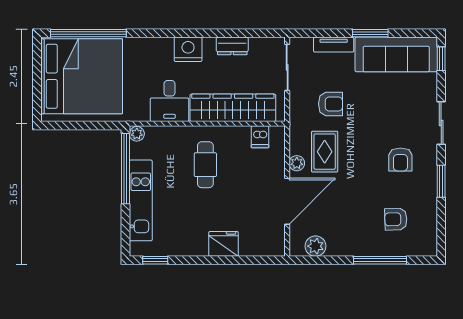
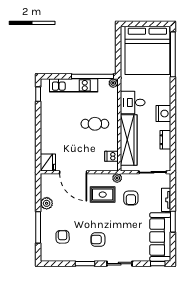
plant: (297, 163) -> (117, 178), moved
fridge: (223, 244) -> (48, 162), moved
plant: (316, 246) -> (47, 203), moved

